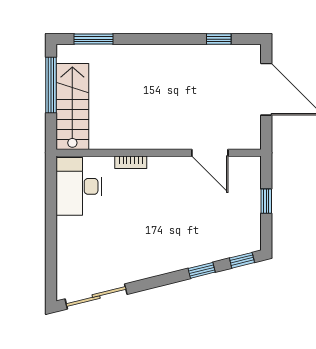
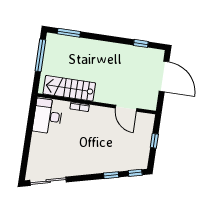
stairs: (72, 107) -> (69, 88), moved, turned -90

